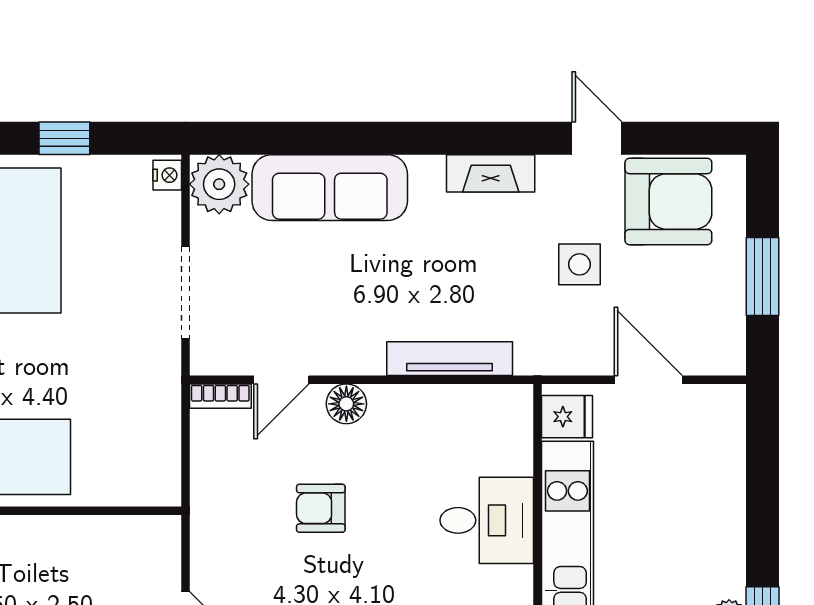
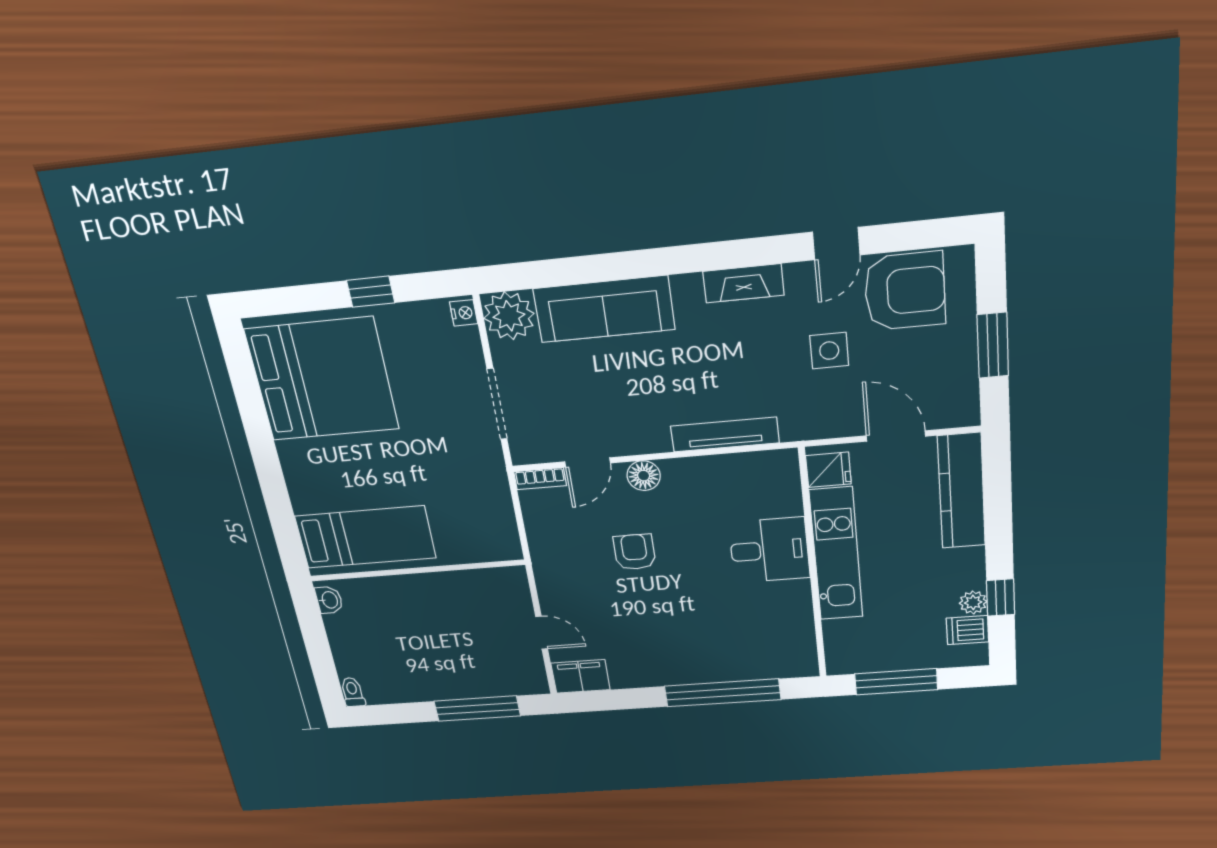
door: (597, 138) -> (836, 244), swing flipped
kitchen counter: (721, 460) -> (961, 491), added
armchair: (321, 508) -> (635, 552), turned 90

